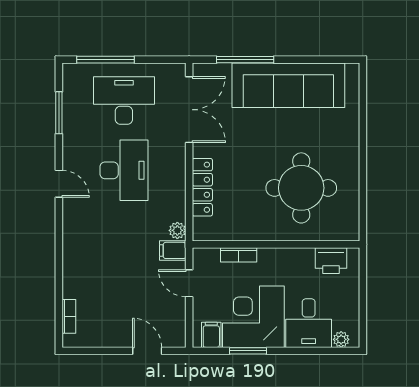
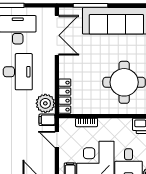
locker: (202, 187) -> (65, 96), moved
plant: (177, 230) -> (45, 103), width x1.88, depth x1.88

